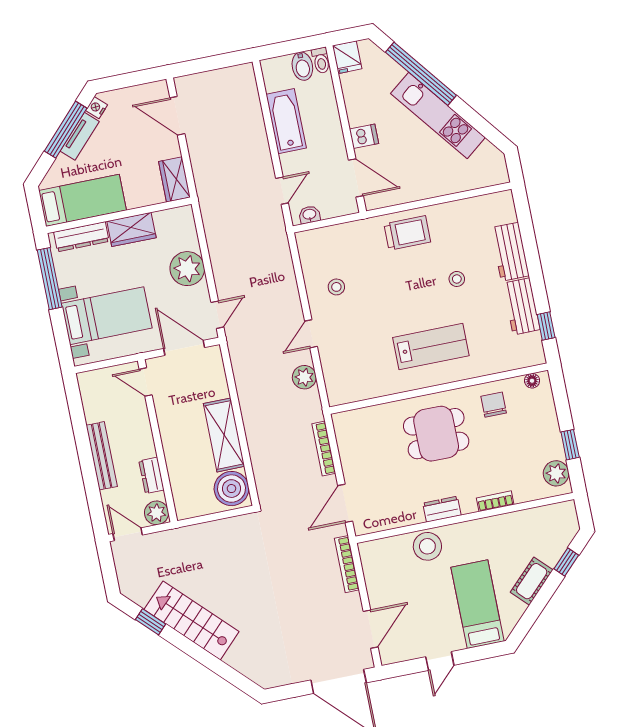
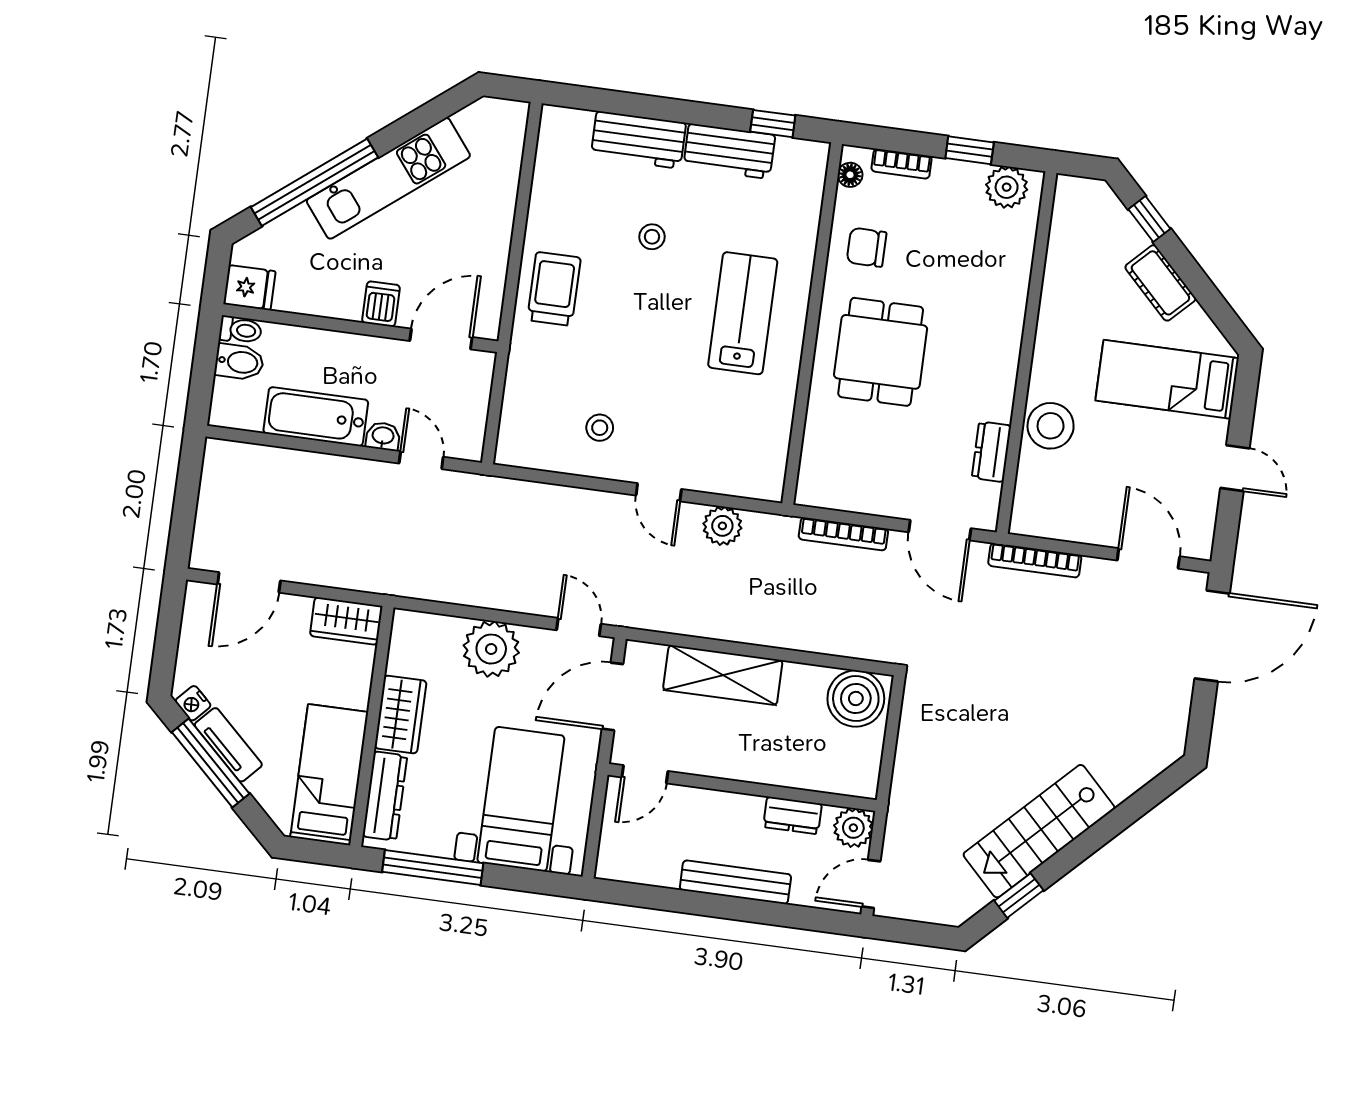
washbasin: (309, 215) -> (383, 436), moved, turned 90
shelving: (224, 435) -> (723, 675), moved
bookcase: (495, 501) -> (902, 164), moved, turned -90
dresser: (442, 509) -> (991, 452), moved

